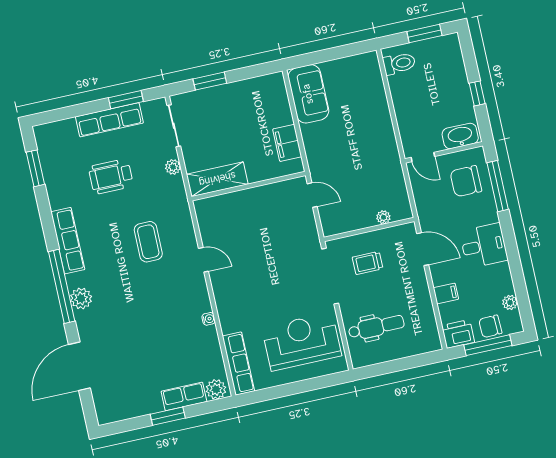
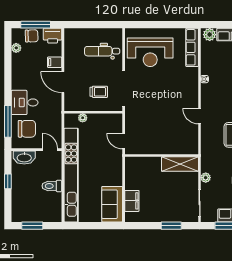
toilet: (399, 63) -> (52, 186), moved
kitchen unit: (382, 125) -> (71, 175), added
filing cabinet: (287, 143) -> (132, 201), moved
desk: (484, 246) -> (25, 102), moved
door: (423, 249) -> (63, 82), moved

